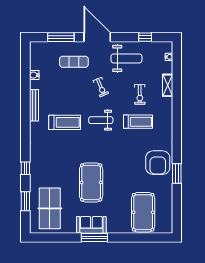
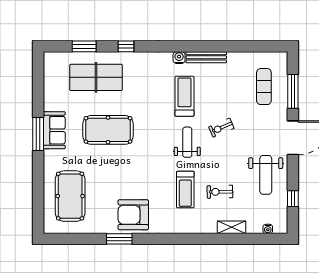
exercise mat: (74, 62) -> (264, 87), moved
water cooler: (34, 75) -> (179, 58), moved
exercise bike: (101, 87) -> (221, 128), moved
treadmill: (65, 122) -> (184, 96), turned 180
table tennis table: (50, 208) -> (96, 77), moved
pool table: (143, 212) -> (70, 196), turned 90

